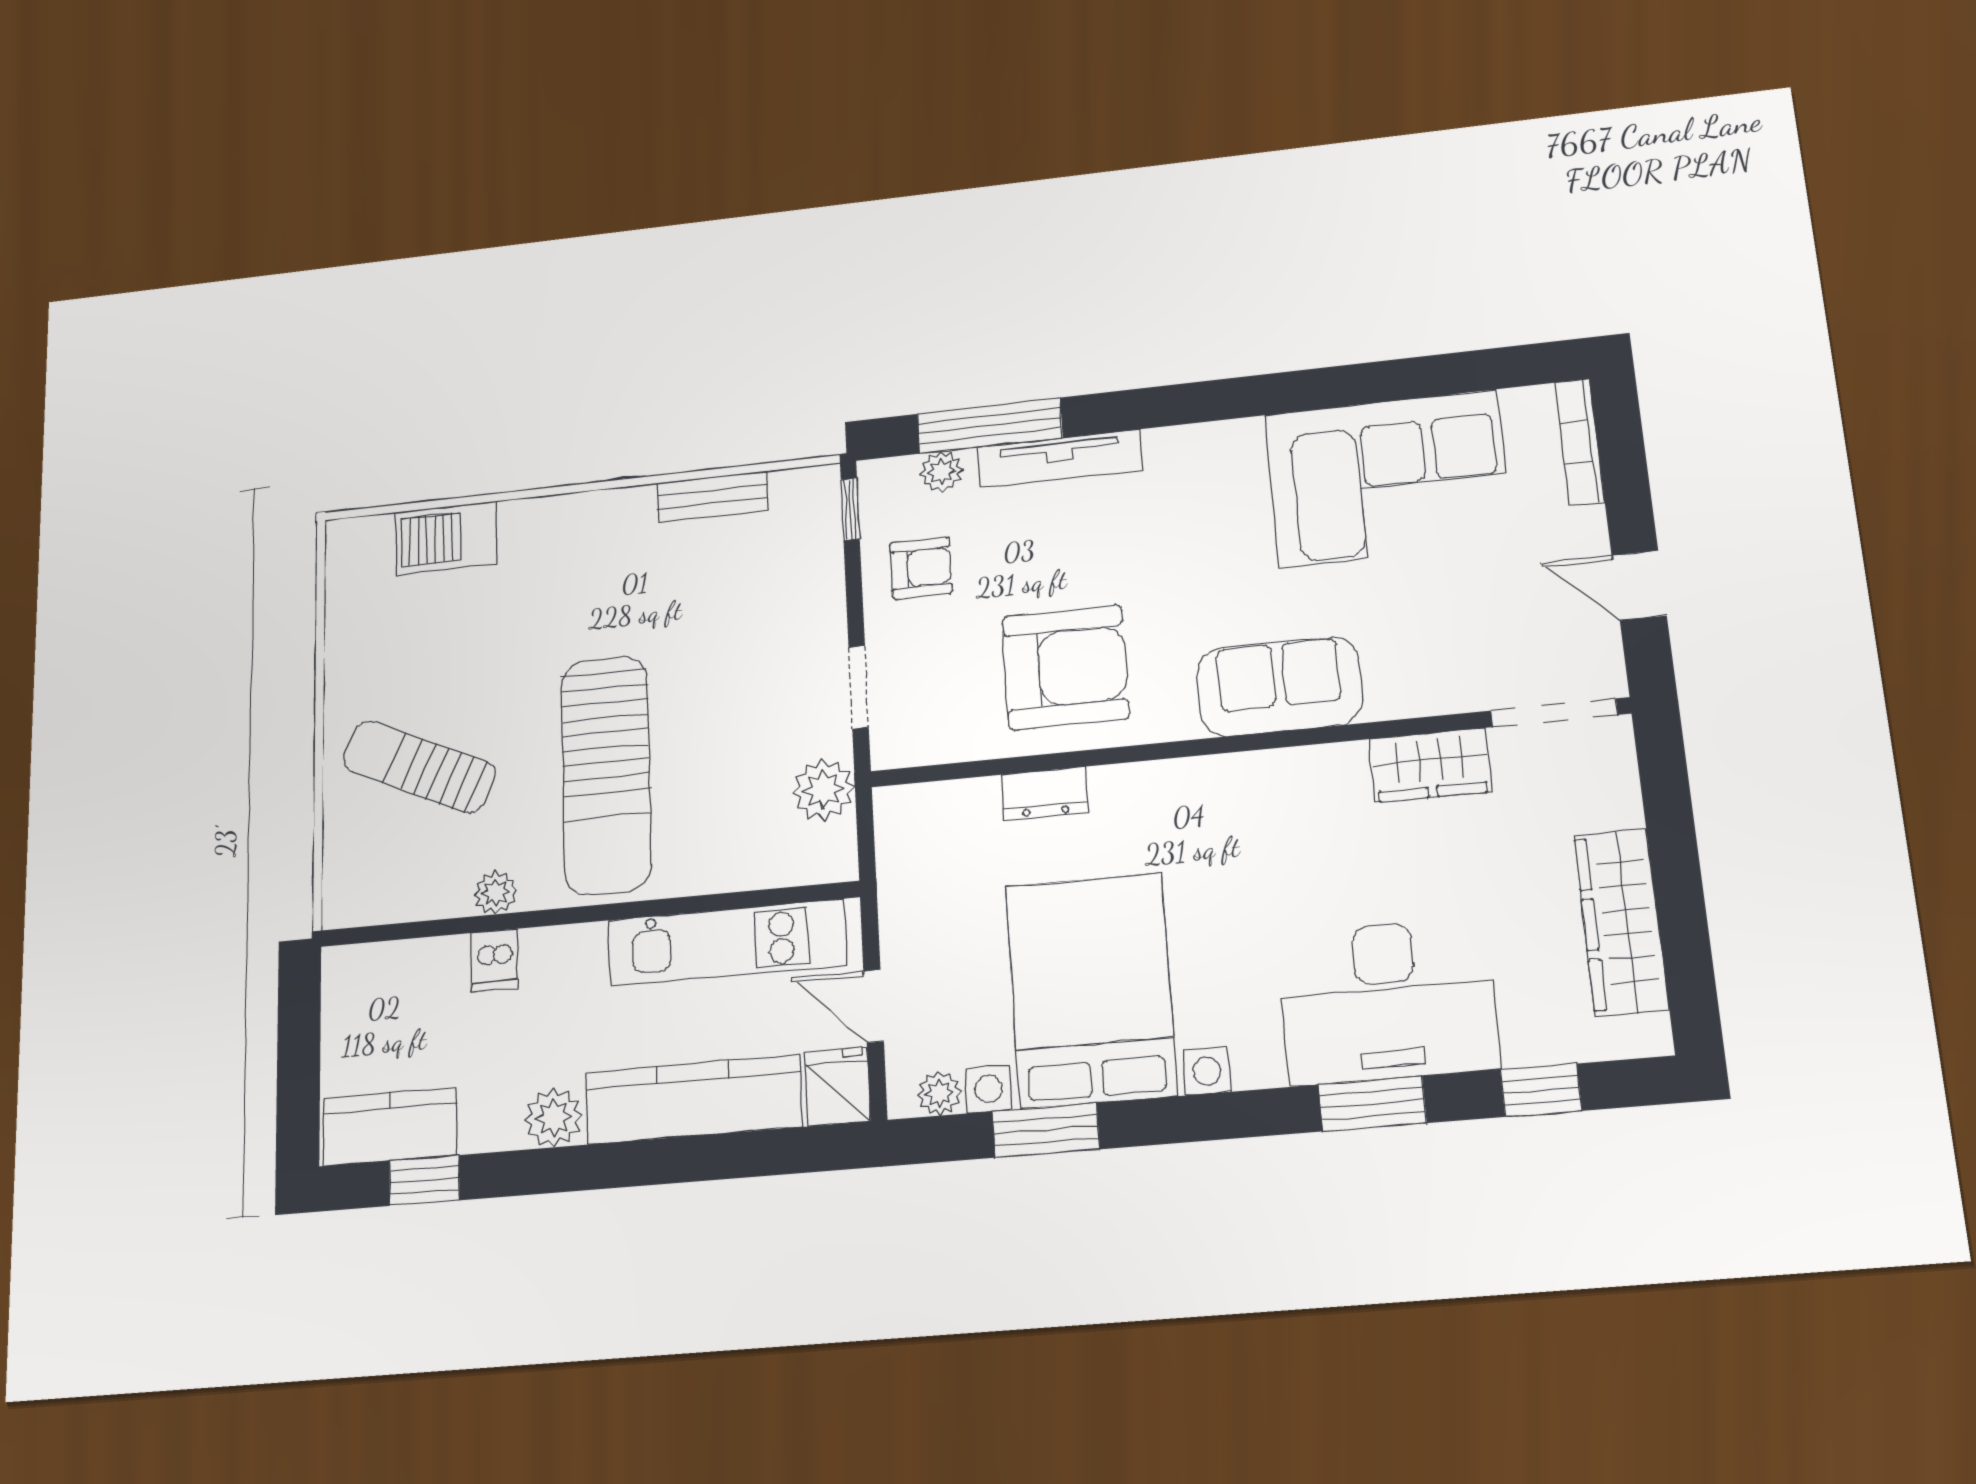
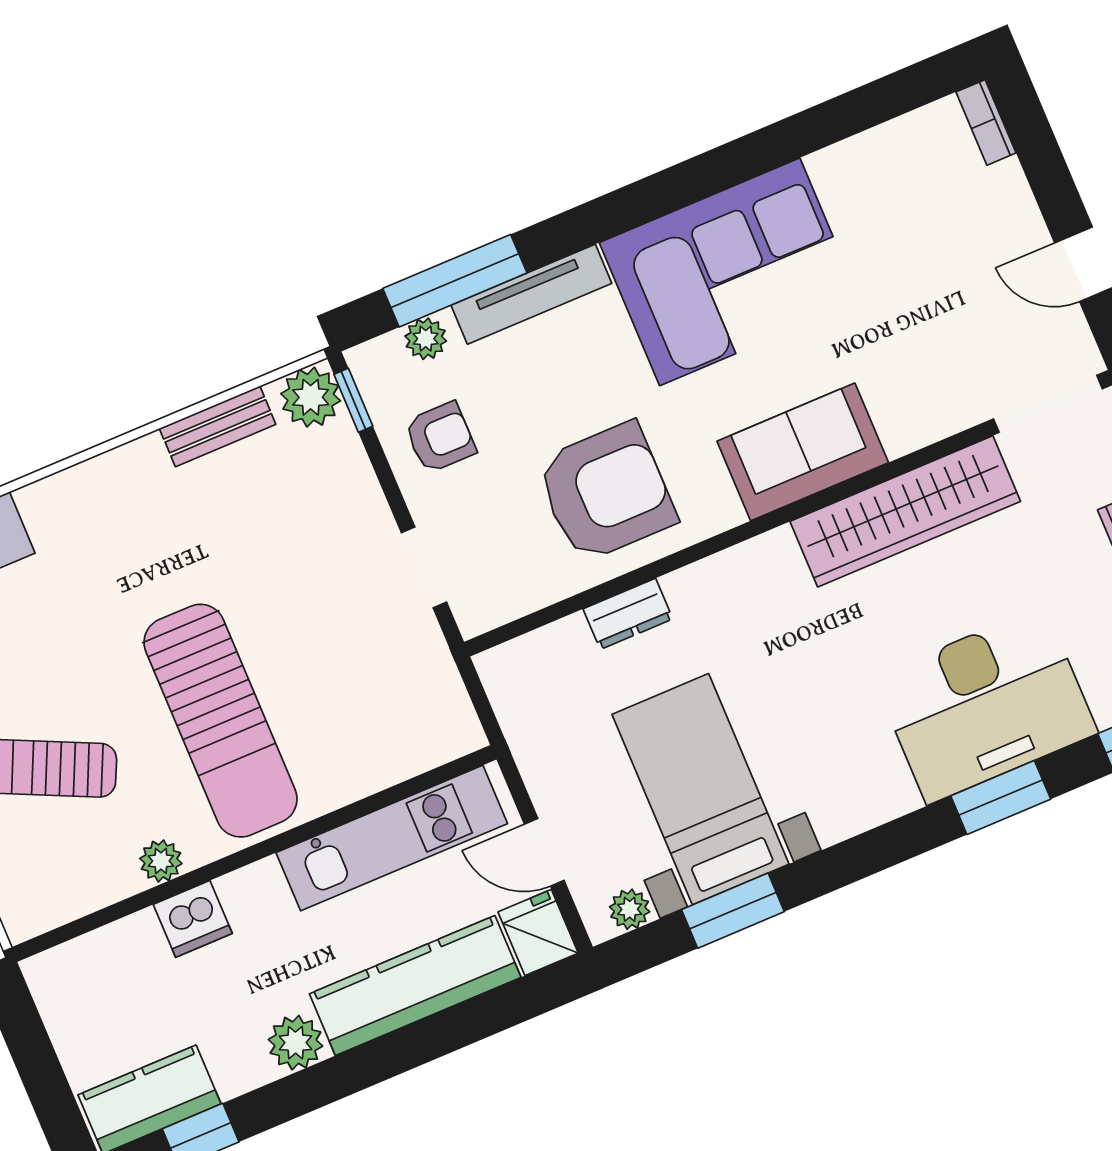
bookcase: (1579, 442) -> (986, 122), width x0.64
corner sofa: (1388, 478) -> (730, 272), moved
wardrobe: (1430, 765) -> (905, 511), width x2.10, depth x1.17
plant: (823, 790) -> (311, 397), moved
dishwasher: (495, 961) -> (193, 919), width x1.38
bed with nightstands: (1091, 990) -> (700, 789), width x0.73

